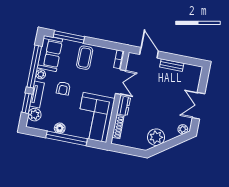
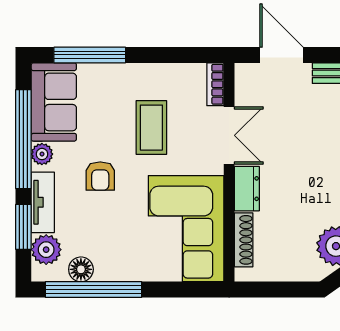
coffee table: (85, 58) -> (151, 128), moved
floor lamp: (60, 128) -> (81, 269), moved
window: (67, 138) -> (94, 289), moved

